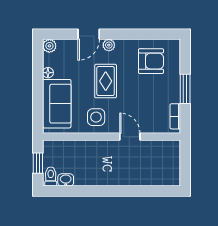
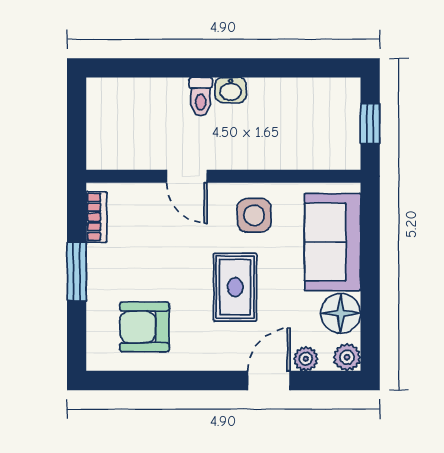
plant: (109, 45) -> (306, 359), moved
floor lamp: (48, 73) -> (341, 313), width x1.89, depth x1.89
toilet: (51, 177) -> (201, 97), moved
washbasin: (66, 180) -> (231, 90), moved

